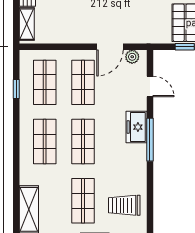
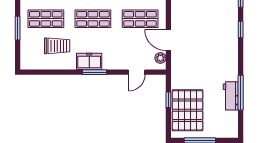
freezer: (136, 127) -> (89, 61), moved
window: (150, 140) -> (94, 72), width x0.69
trolley: (124, 205) -> (57, 46), moved, turned 90

